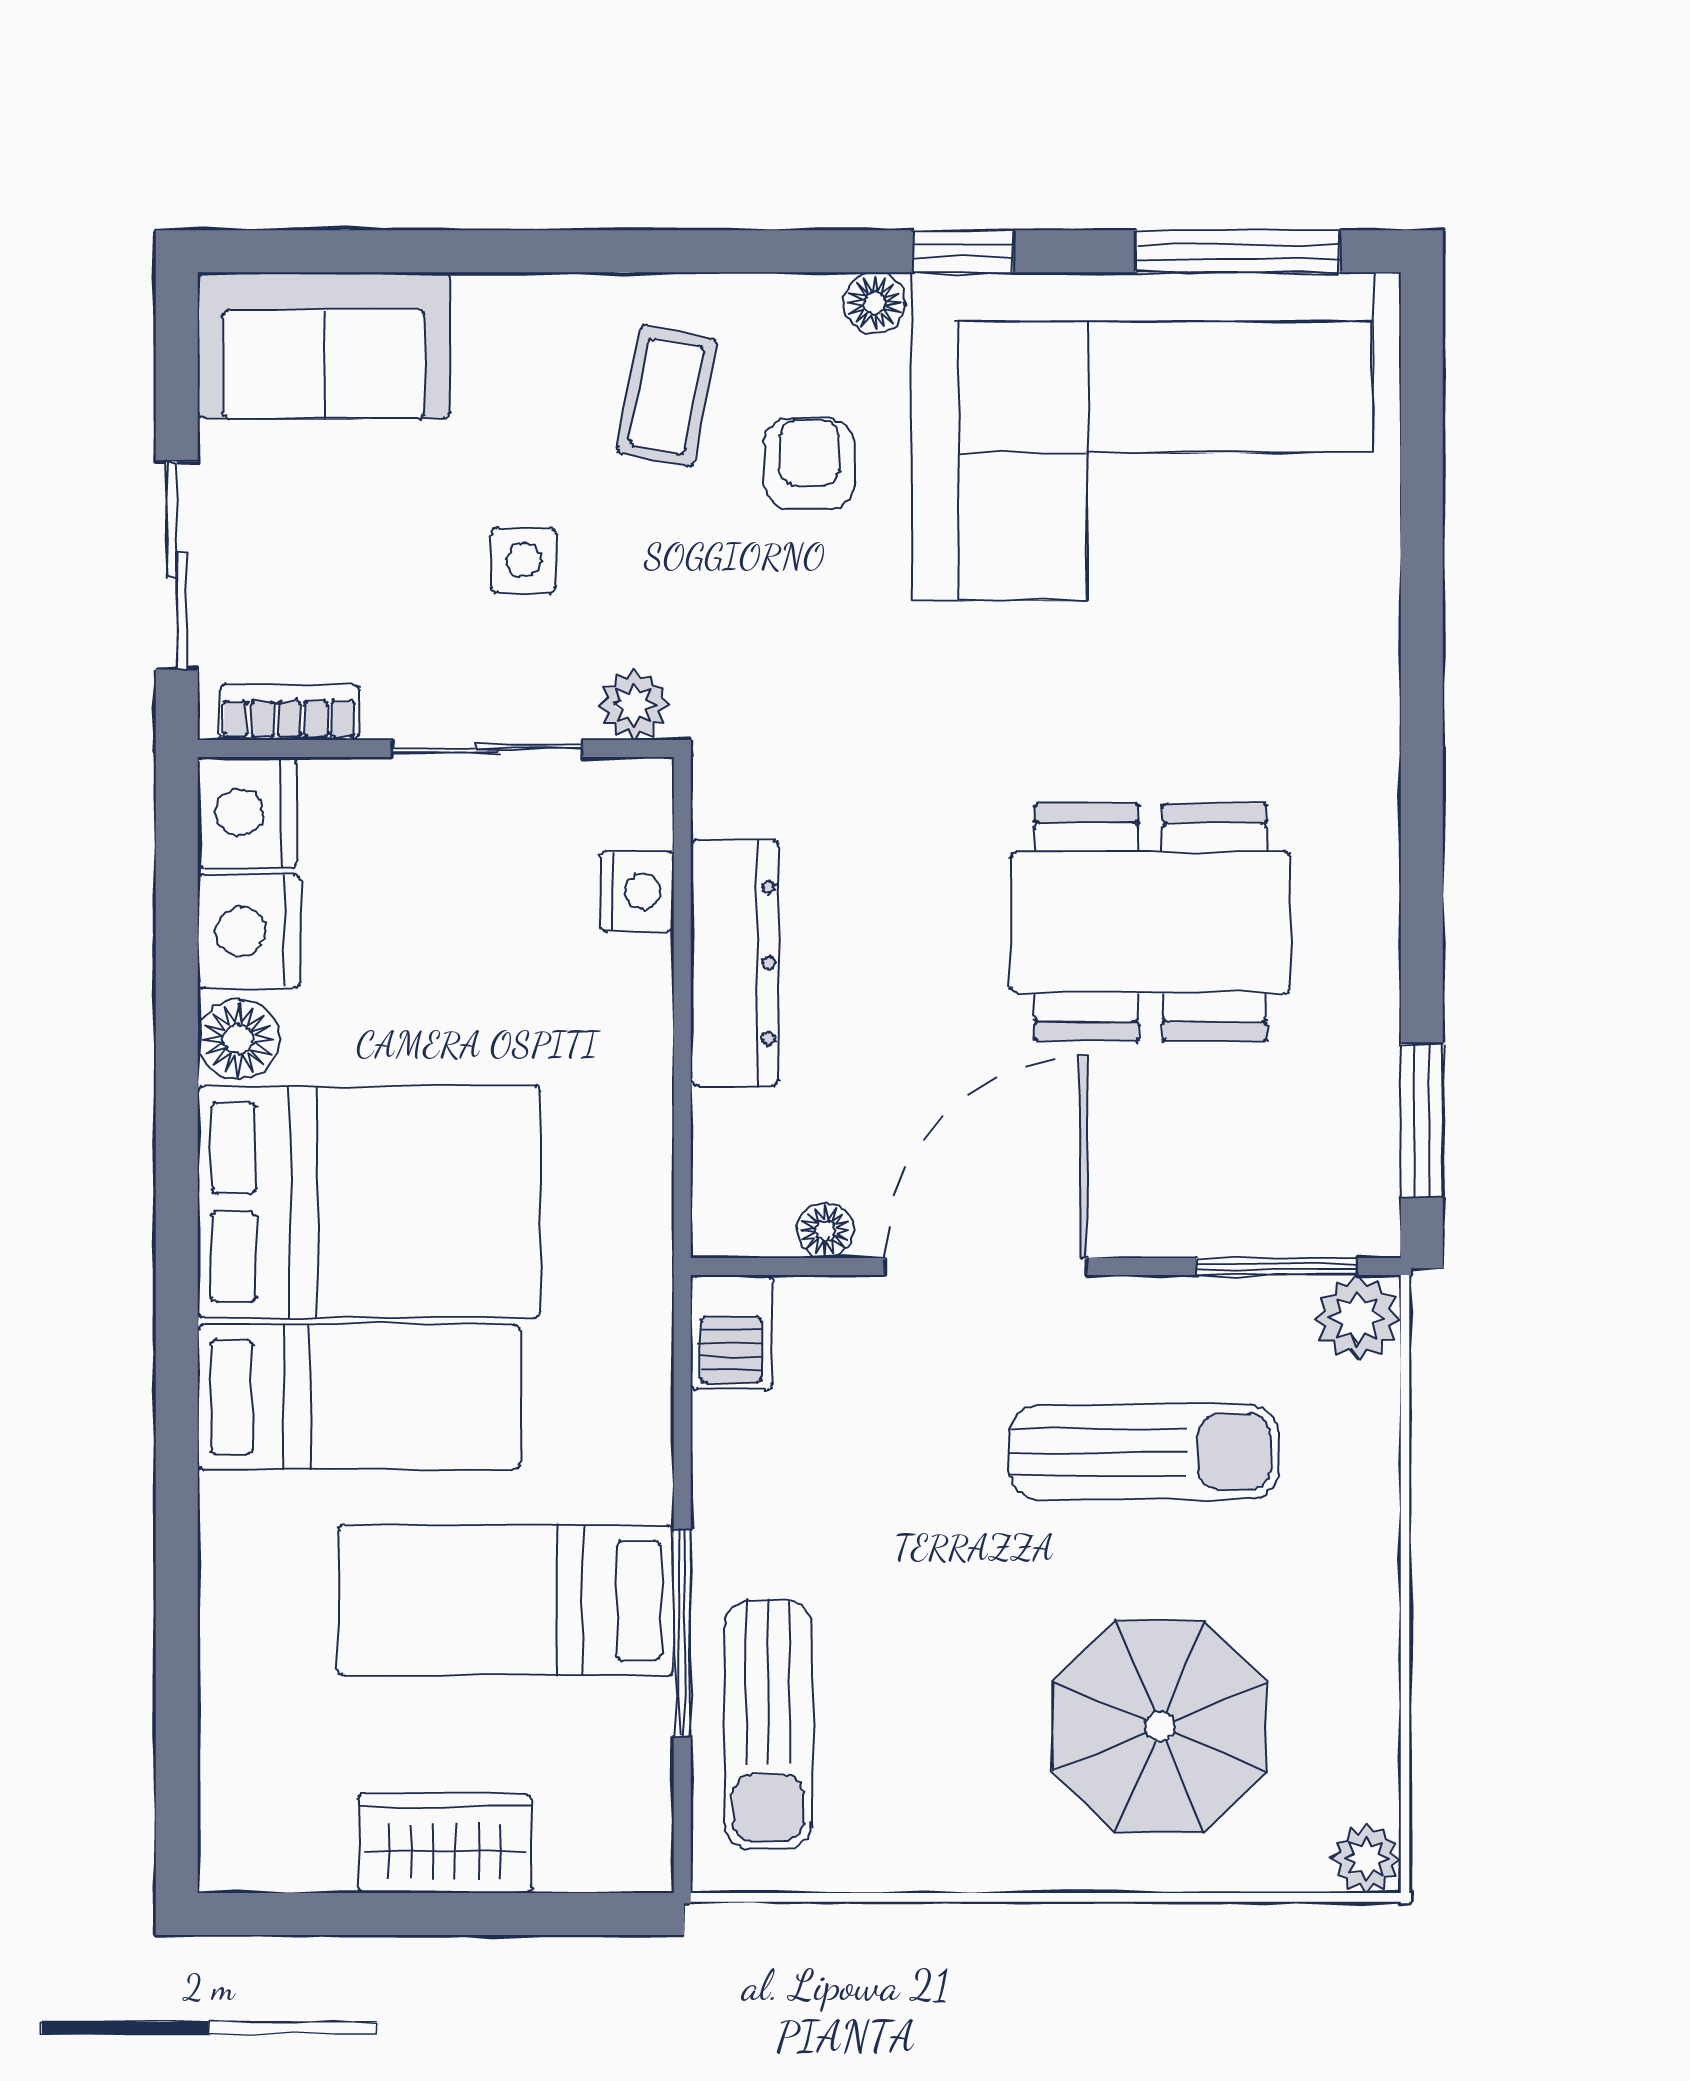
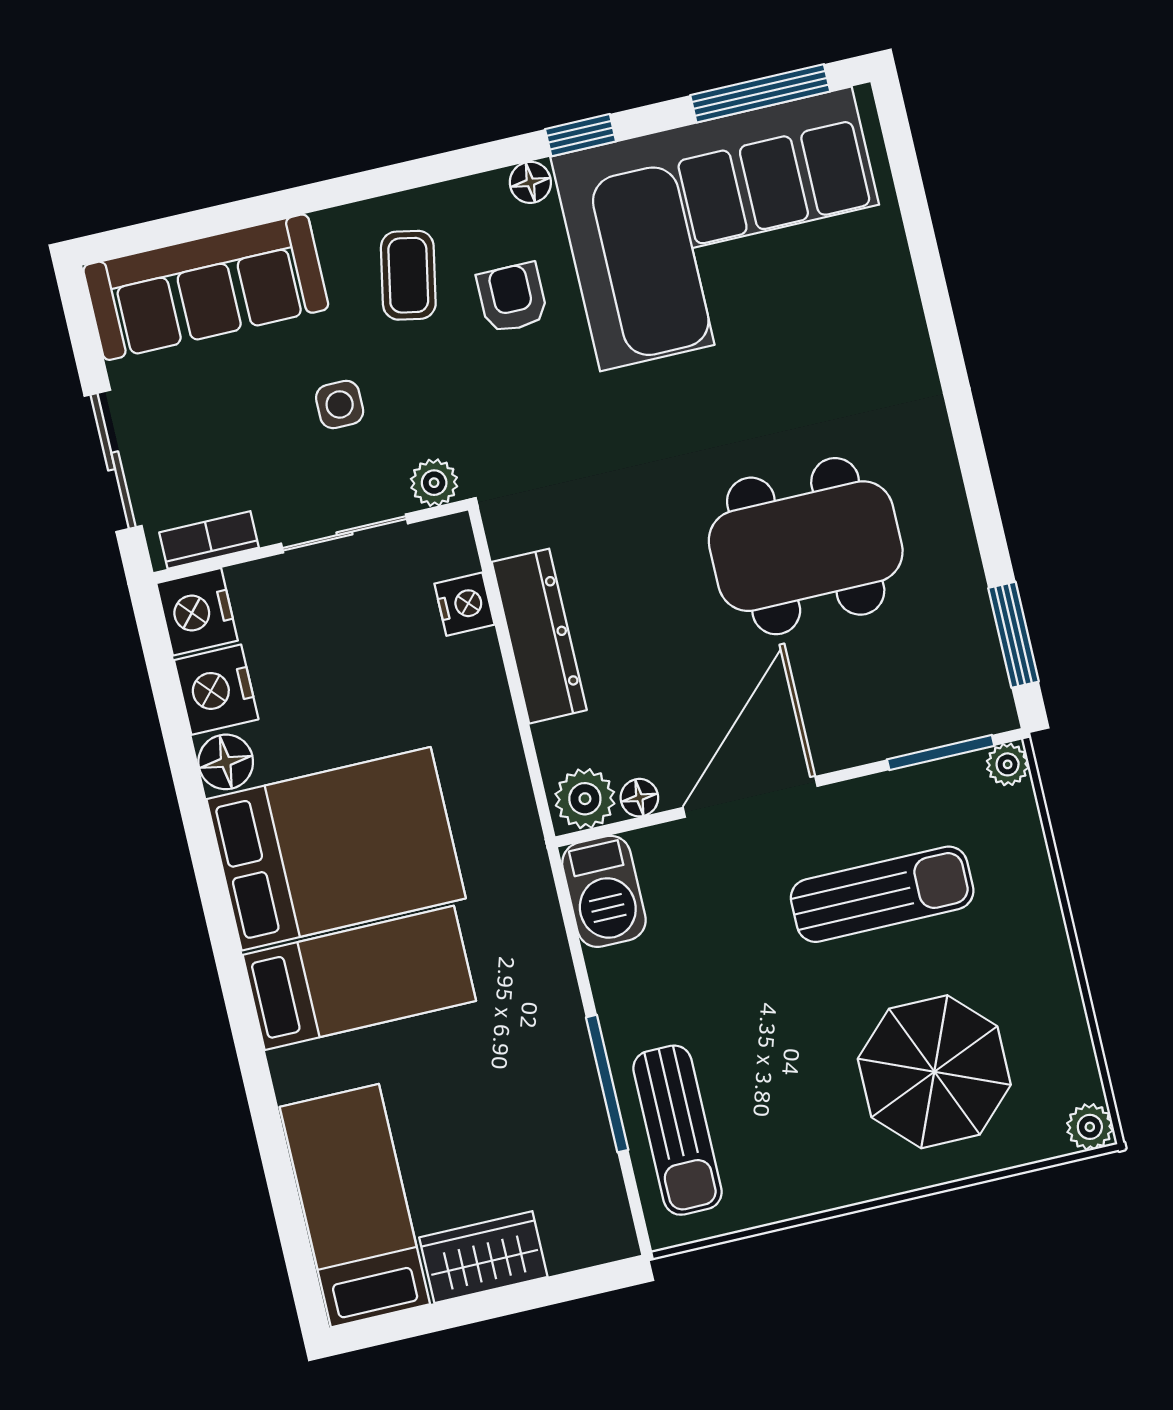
sofa: (324, 345) -> (206, 287), width x1.36
plant: (746, 1214) -> (585, 799), added
plant: (1358, 1318) -> (1008, 764), width x0.73, depth x0.73
barbecue: (731, 1332) -> (604, 891), width x1.38, depth x1.27
bed: (506, 1600) -> (355, 1206), moved, turned 90

